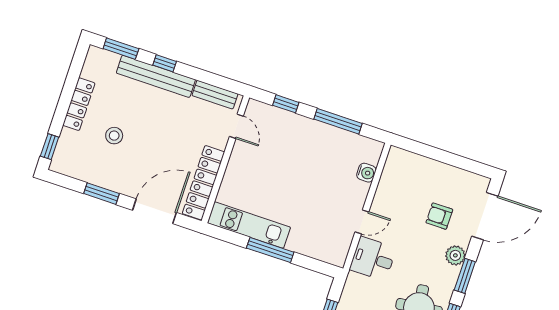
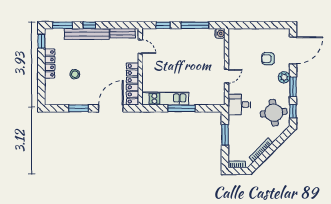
window: (50, 147) -> (41, 41), moved
water cooler: (366, 173) -> (220, 33), moved
desk: (373, 259) -> (239, 105), moved

